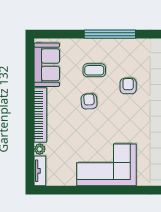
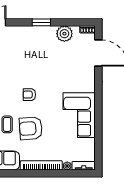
armchair: (128, 86) -> (29, 95), moved
armchair: (89, 101) -> (31, 128), width x1.88, depth x1.88

